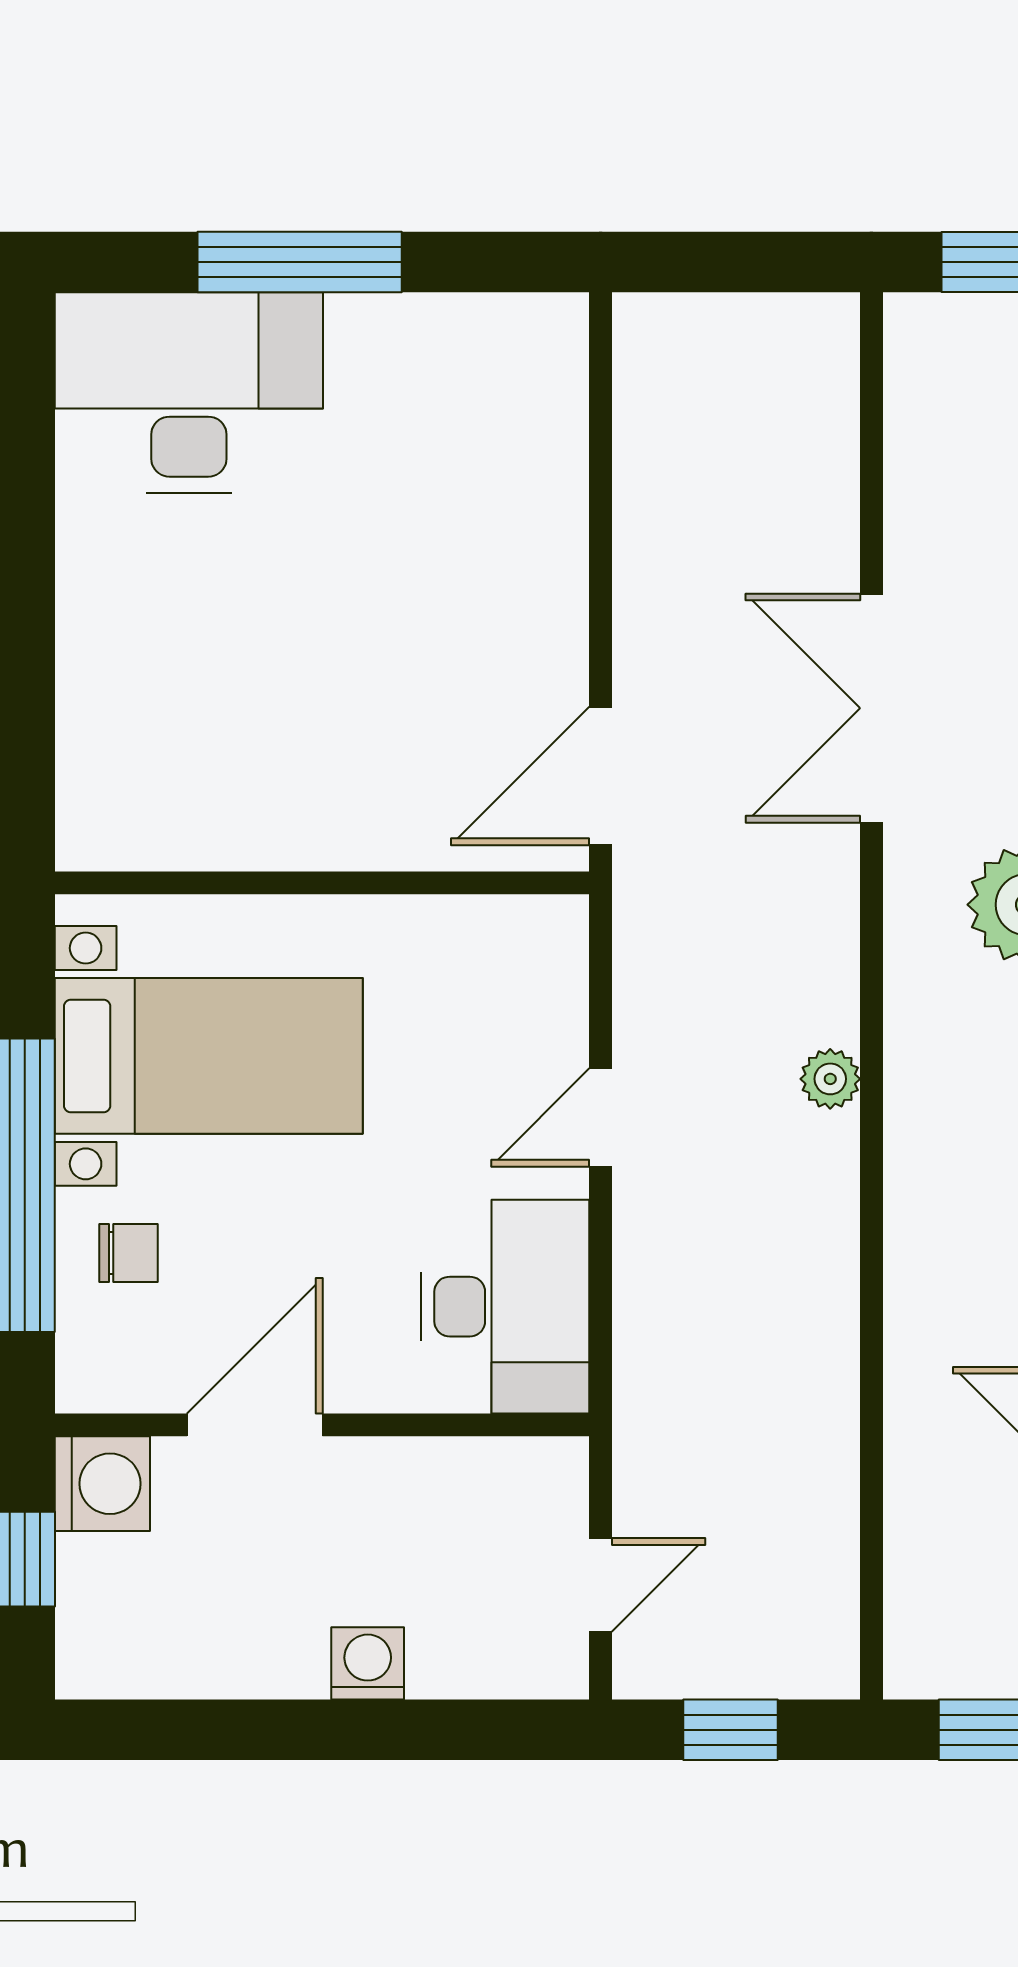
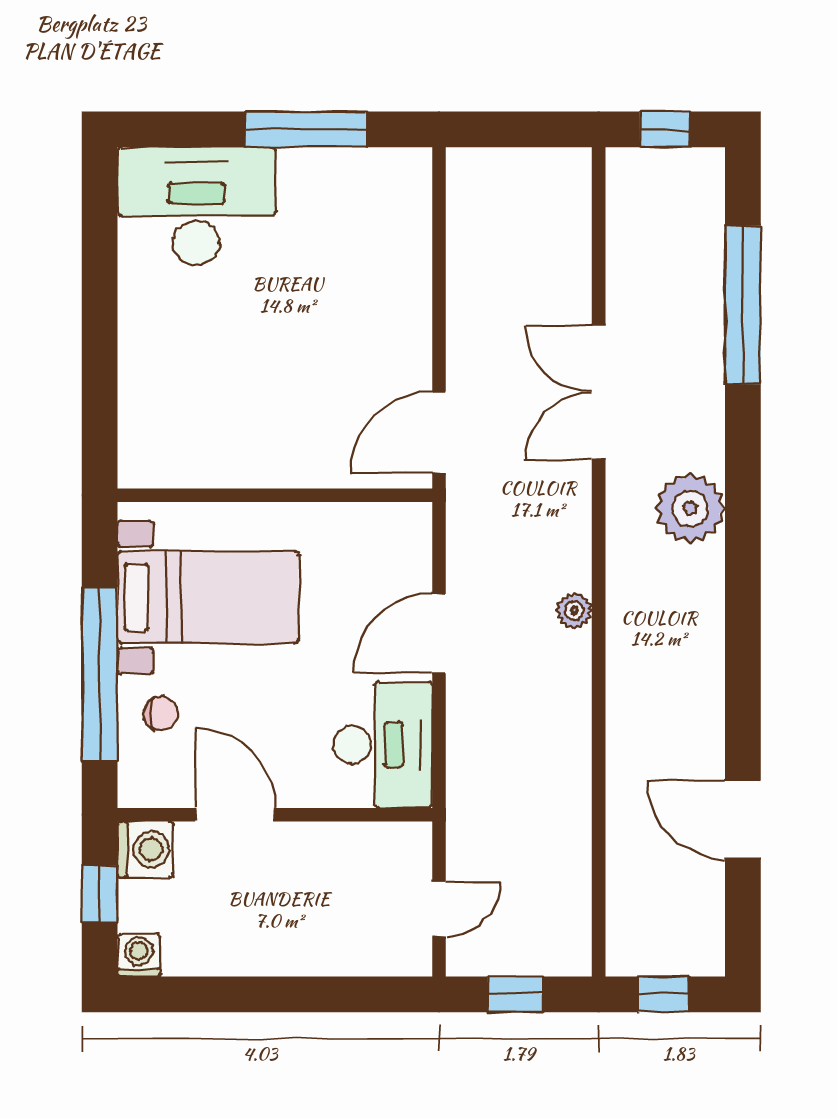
window: (300, 262) -> (306, 129), moved
door: (601, 1117) -> (439, 634), width x1.38
door: (255, 1425) -> (235, 815), hinge flipped
washing machine: (368, 1663) -> (139, 955), moved

